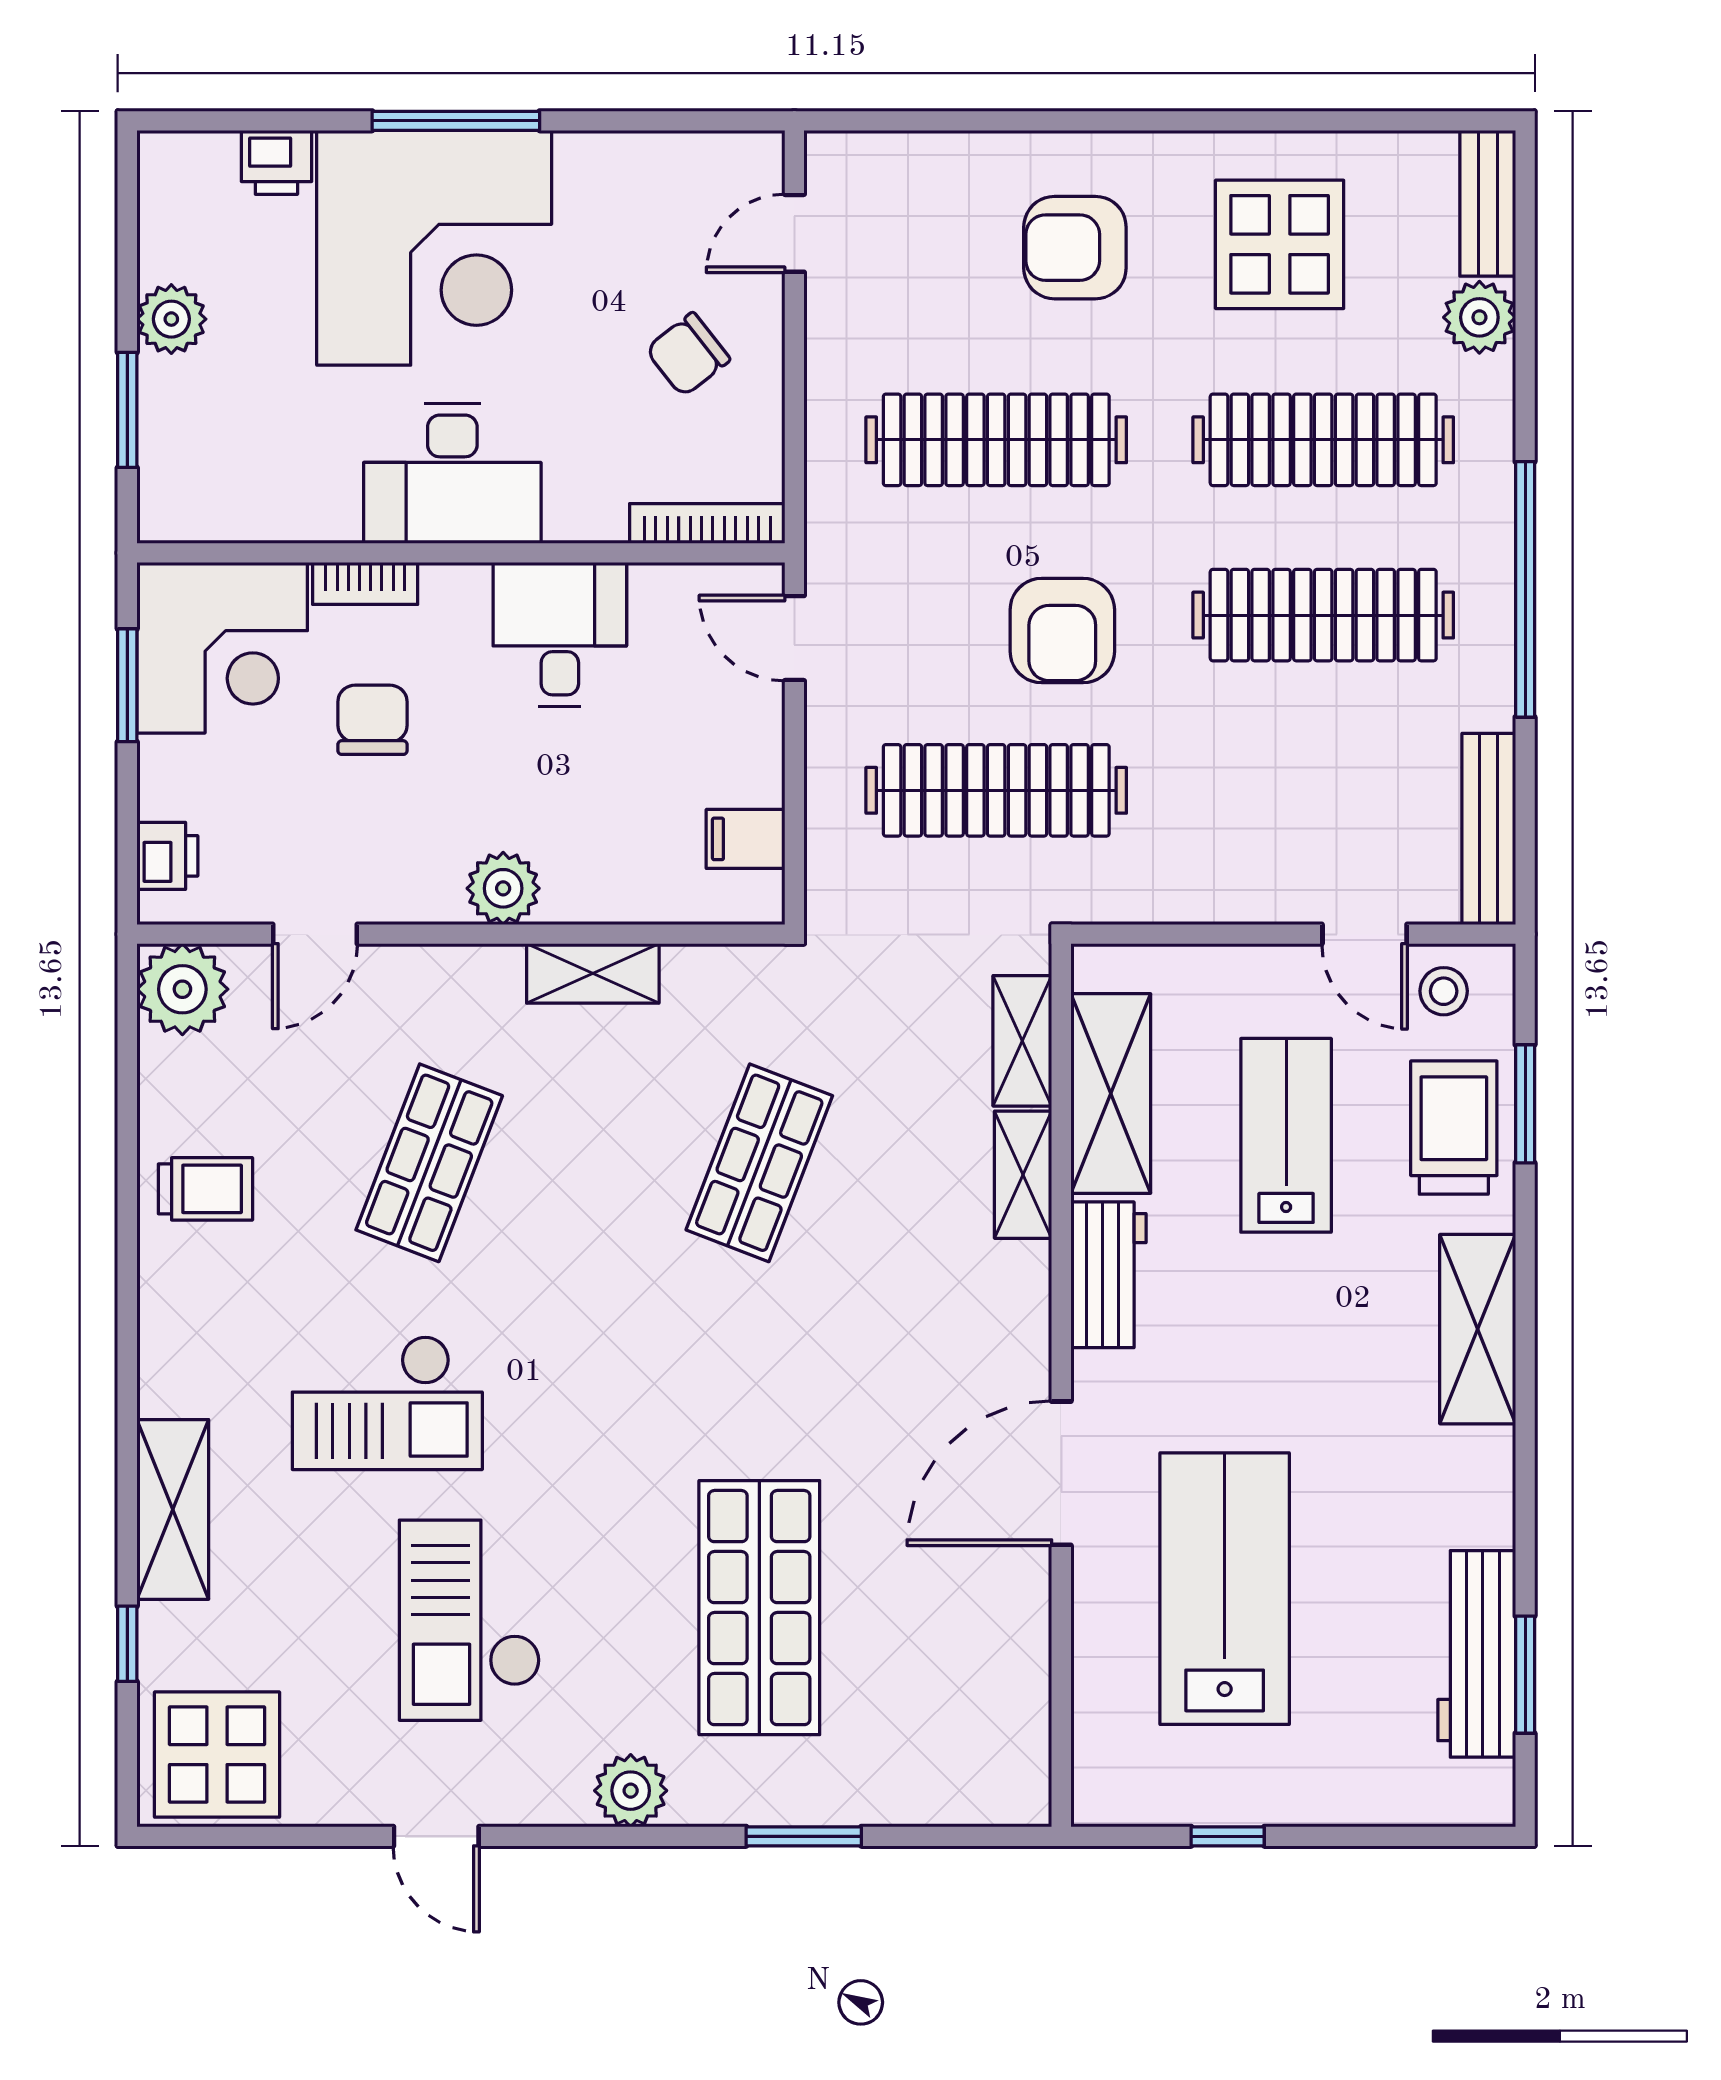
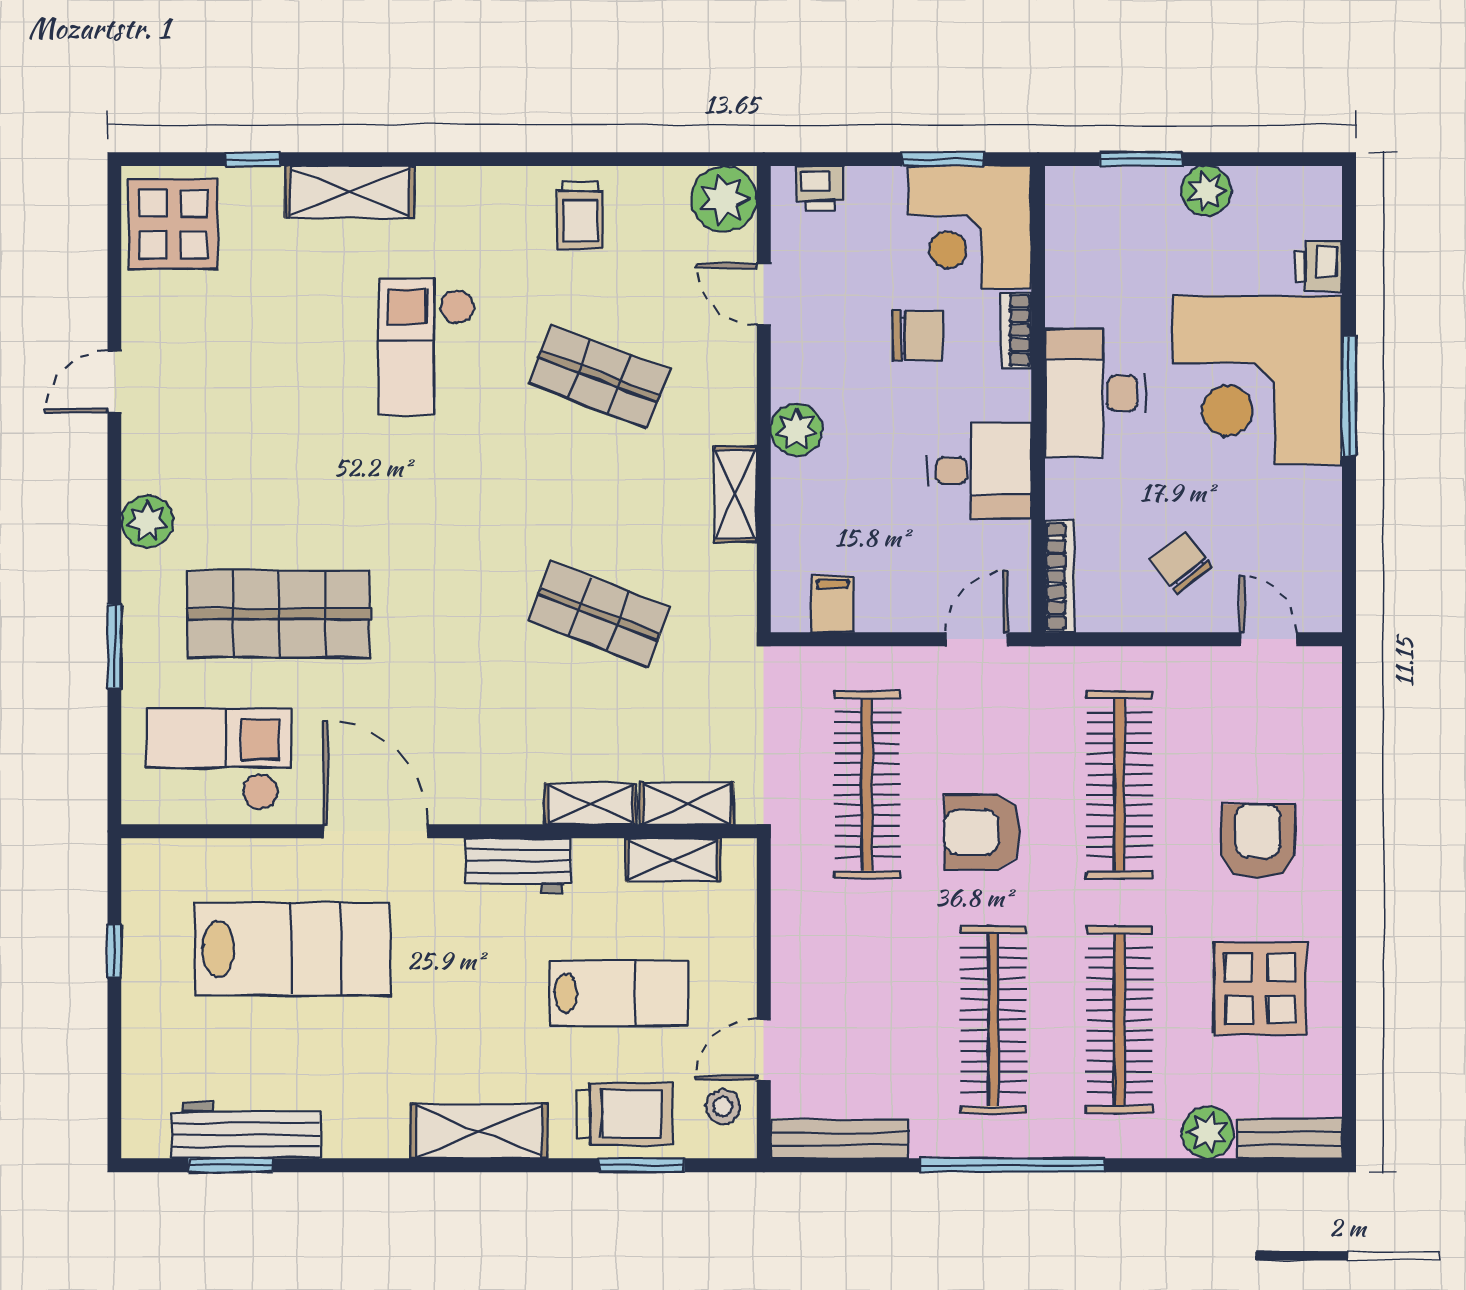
shelving: (1111, 1093) -> (673, 860), width x0.67, depth x0.75
checkout: (470, 1620) -> (219, 759), moved

